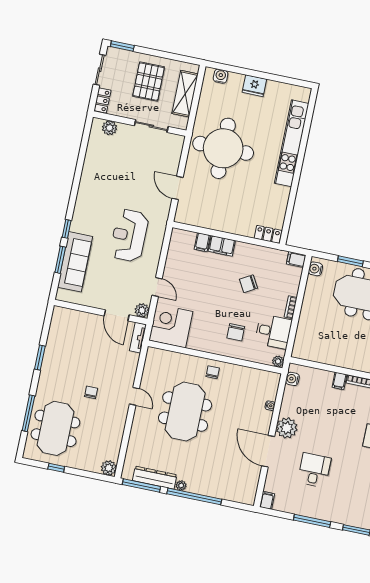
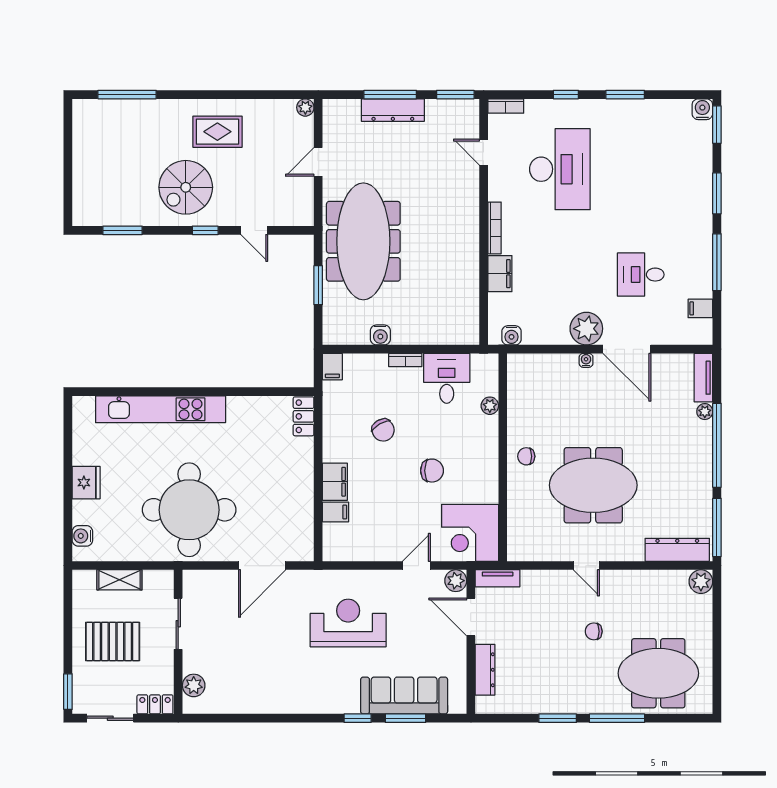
shelving: (185, 94) -> (119, 580), width x0.67, depth x0.75
door: (178, 188) -> (262, 566), width x1.36
reception desk: (129, 235) -> (348, 623), turned 180
water cooler: (315, 269) -> (380, 335), moved
door: (117, 315) -> (471, 617), swing flipped
dresser: (81, 317) -> (485, 670), added
chair: (236, 332) -> (432, 471), moved
plant: (278, 361) -> (490, 406), moved
filing cabinet: (339, 381) -> (500, 274), width x2.00
door: (134, 396) -> (586, 566), swing flipped
water cooler: (270, 406) -> (586, 360), moved
window: (28, 413) -> (617, 718), moved
door: (268, 451) -> (627, 349), hinge flipped
window: (56, 468) -> (717, 660), removed
dresser: (155, 478) -> (677, 550), moved, turned 90
plant: (181, 485) -> (705, 412), moved
tv unit: (240, 497) -> (703, 378), added
filing cabinet: (267, 500) -> (700, 308), moved

